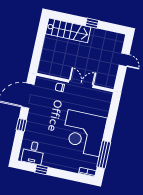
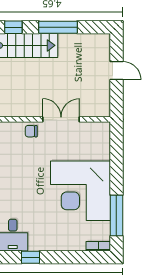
window: (63, 17) -> (13, 27), added
window: (92, 23) -> (58, 27), width x2.17

